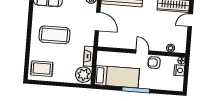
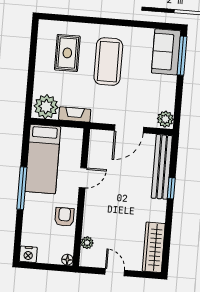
door: (190, 20) -> (115, 272), moved
door: (142, 52) -> (83, 178), moved
rug: (42, 69) -> (67, 53), moved
nightstand: (179, 70) -> (28, 254), moved

